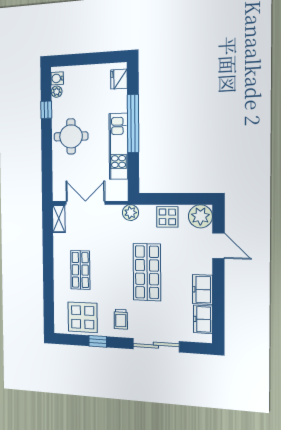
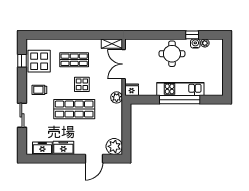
water cooler: (57, 78) -> (195, 44), moved
fridge: (119, 79) -> (132, 90), moved
kitchen unit: (118, 146) -> (180, 89), moved
double door: (85, 203) -> (124, 64), swing flipped
display table: (167, 217) -> (82, 84), moved
window: (98, 341) -> (22, 61), moved
sliding door: (156, 345) -> (22, 115), width x0.73

